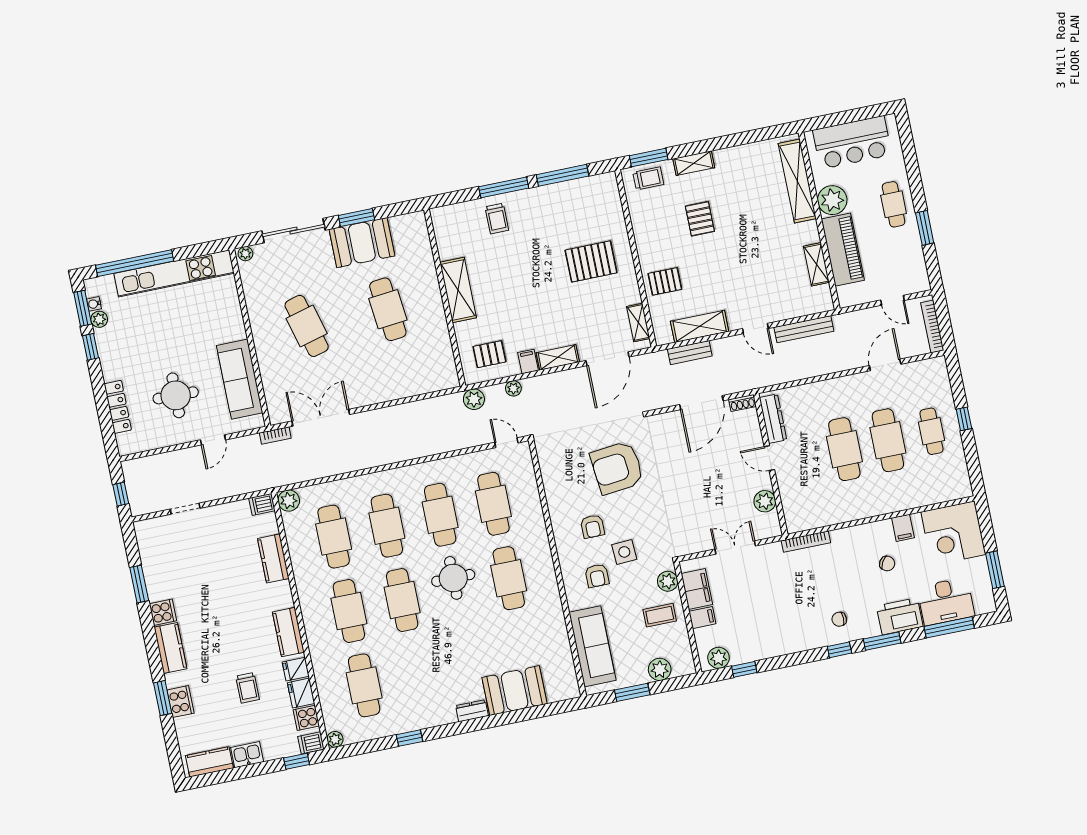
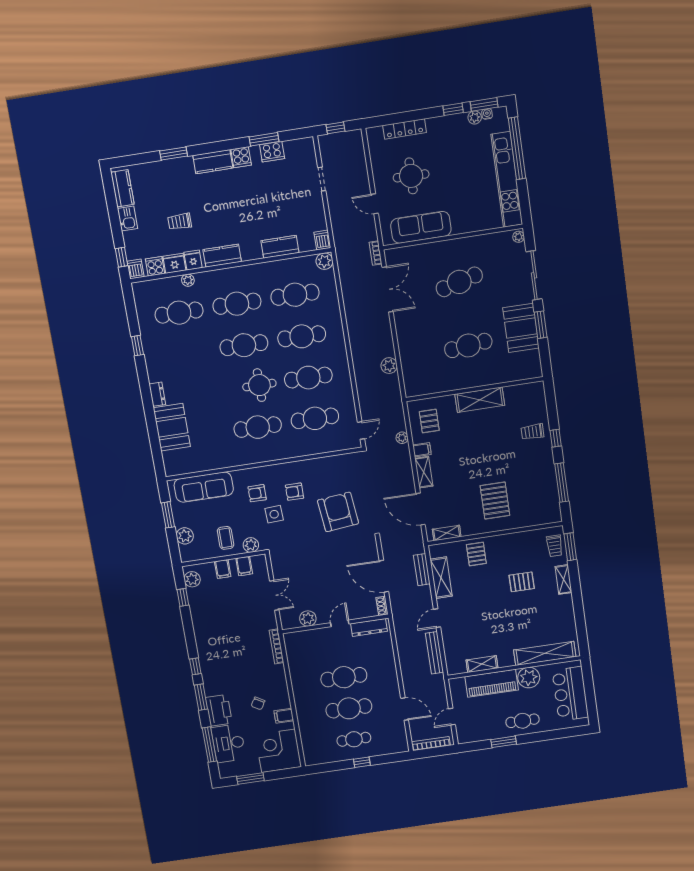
window: (504, 187) -> (556, 438), width x0.46
plant: (474, 399) -> (389, 366), moved
filing cabinet: (697, 589) -> (244, 566), width x0.50
chair: (839, 619) -> (218, 667), removed
cooker: (181, 702) -> (272, 152), moved
plant: (335, 739) -> (188, 280), moved

